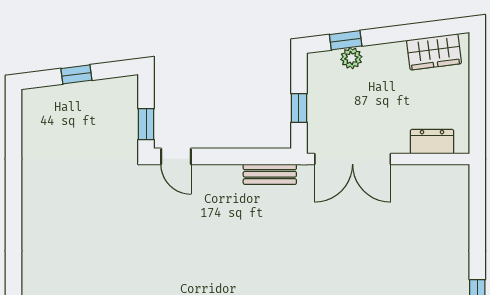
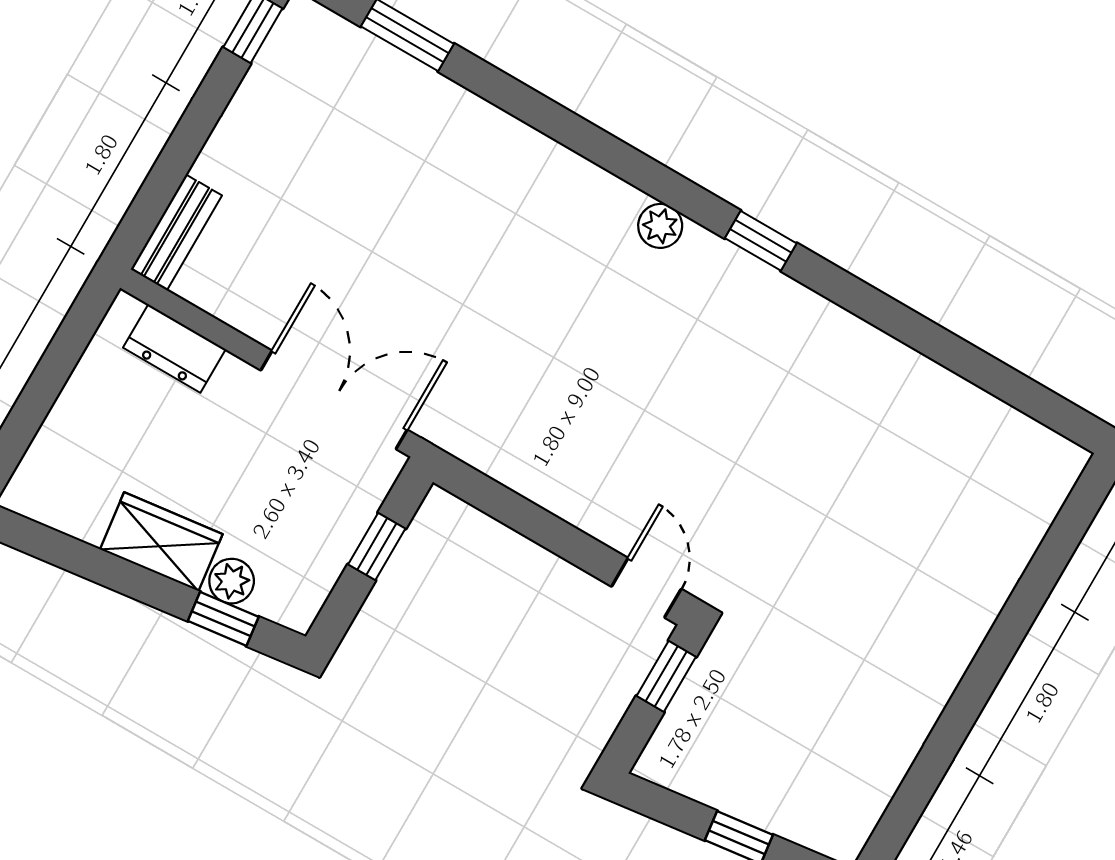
wardrobe: (434, 52) -> (161, 542), moved
bench: (270, 174) -> (176, 232), moved, turned 90

